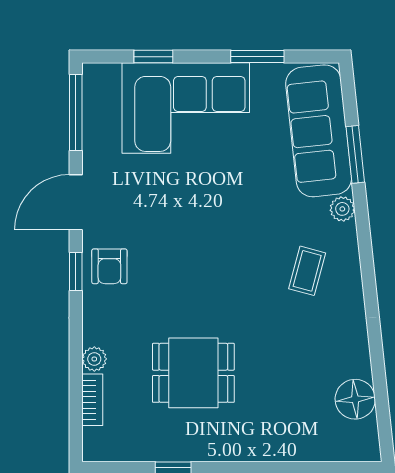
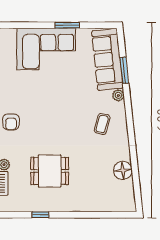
window: (153, 57) -> (31, 25), removed
window: (257, 57) -> (67, 25), moved
floor lamp: (355, 399) -> (123, 170), moved

